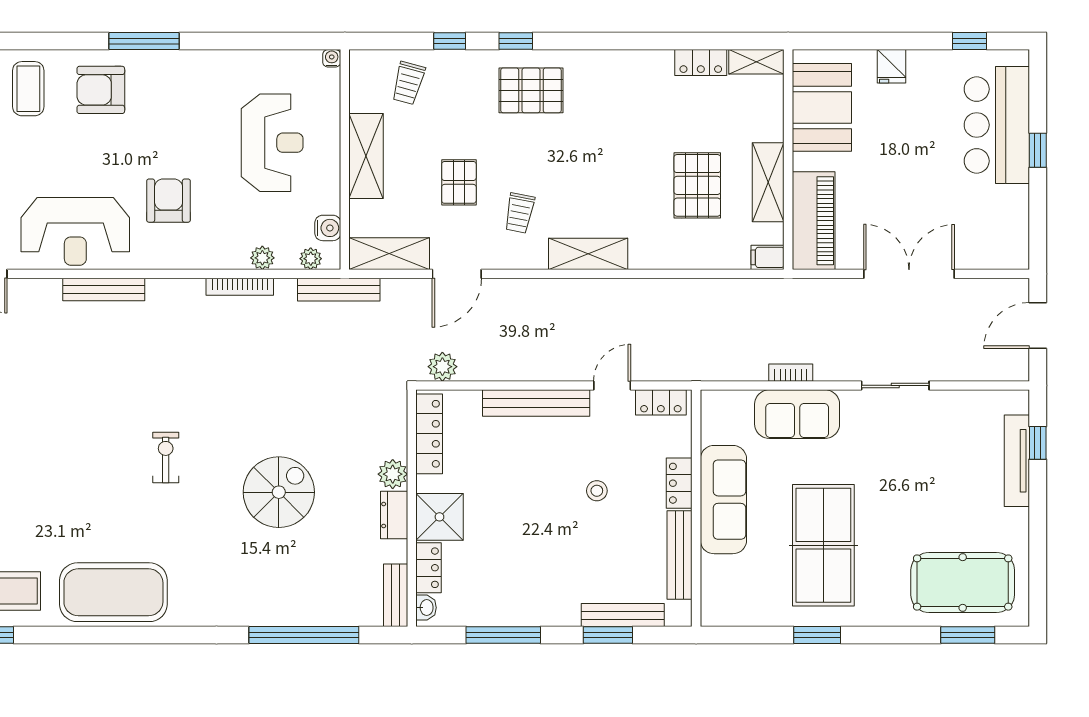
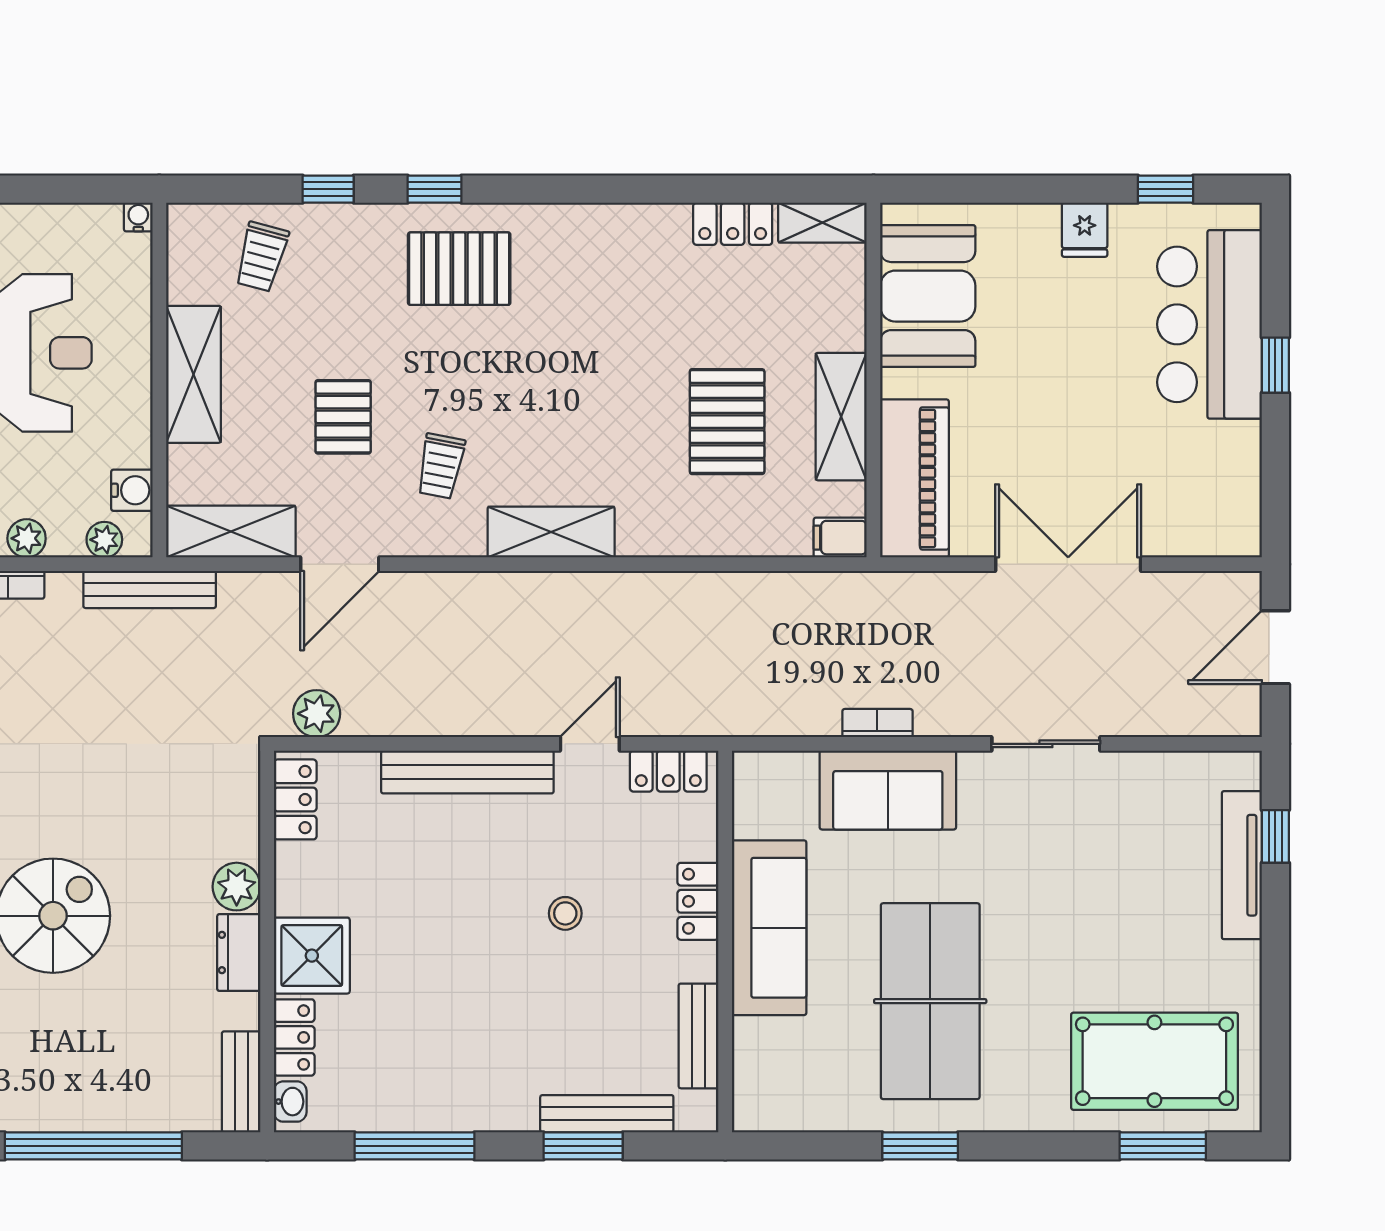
fridge: (891, 66) -> (1085, 230), moved
locker: (429, 434) -> (295, 799), width x0.66
bench: (680, 555) -> (699, 1036), width x0.73

